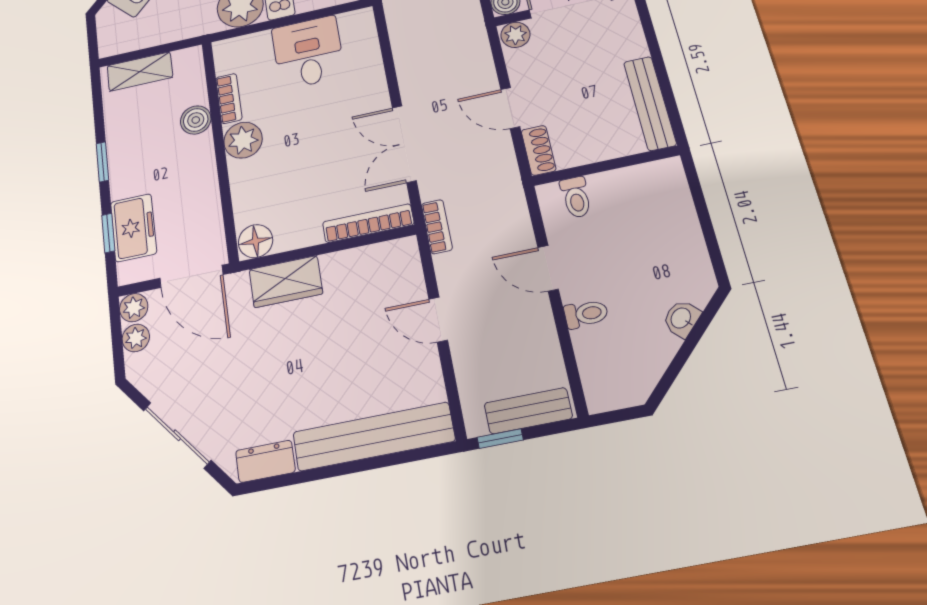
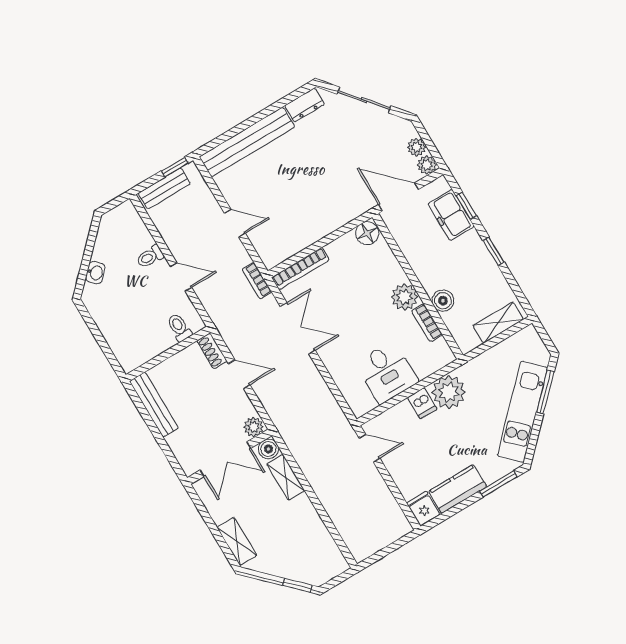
wardrobe: (286, 282) -> (337, 214), removed

